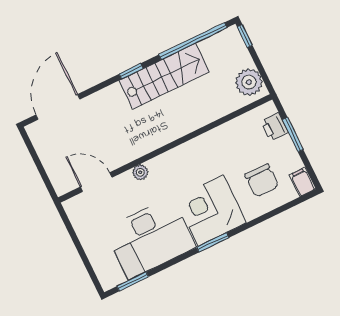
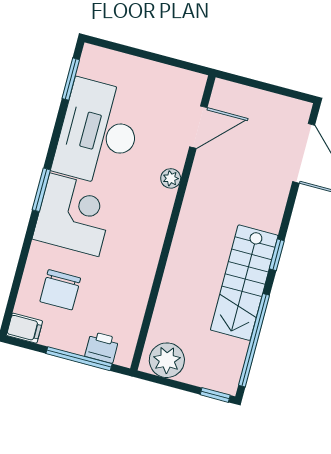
window: (293, 134) -> (79, 359), width x1.44
chair: (262, 180) -> (60, 290), turned -90

